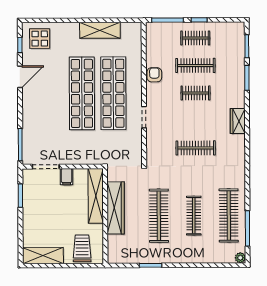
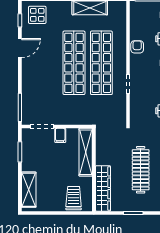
wardrobe: (116, 208) -> (103, 188), moved
shelving: (43, 256) -> (29, 190), moved, turned 90

